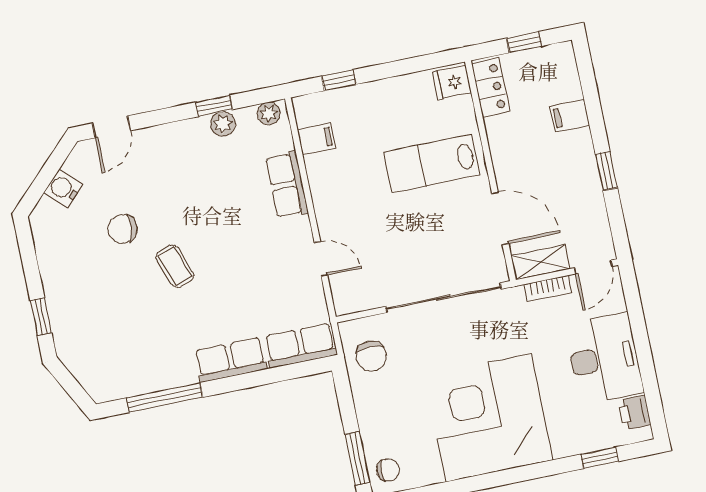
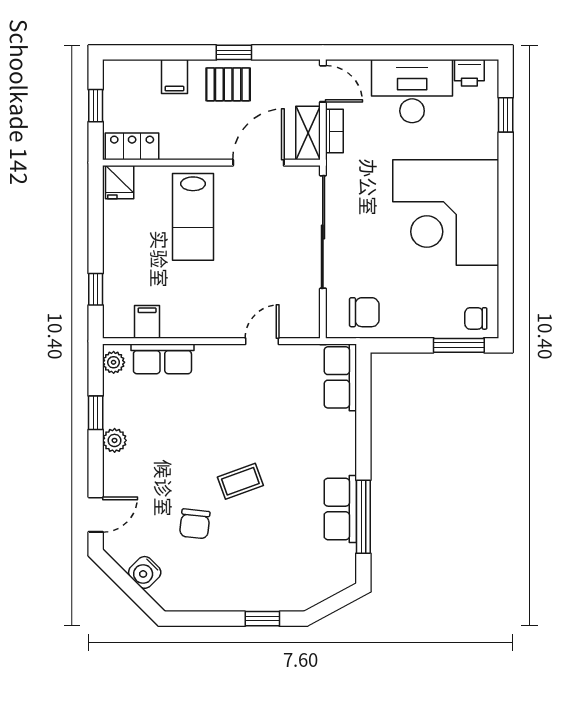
plant: (223, 124) -> (115, 440), moved
door: (111, 127) -> (96, 515), hinge flipped
pallet: (573, 172) -> (228, 84), added
row of seats: (287, 185) -> (162, 359), moved
row of seats: (231, 360) -> (340, 509), moved
chair: (388, 470) -> (476, 318), turned -90

